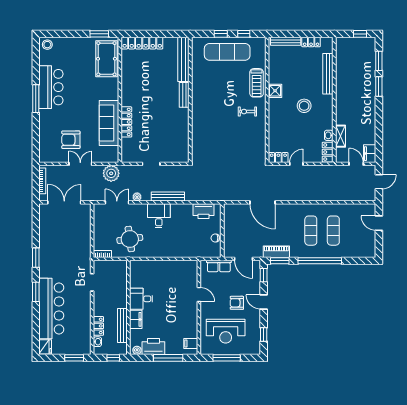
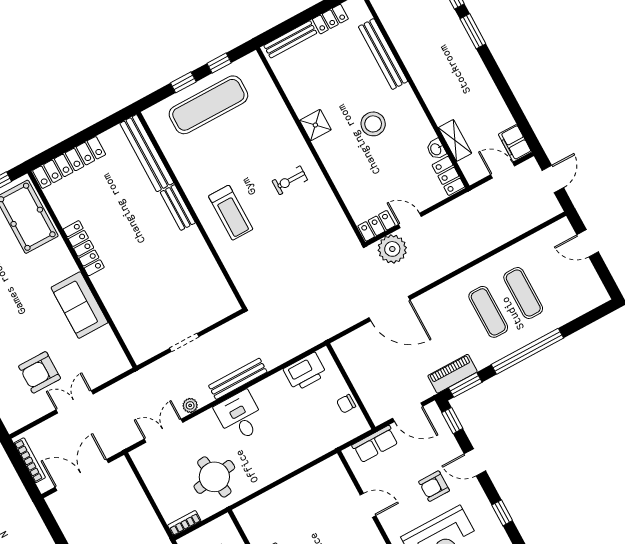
treadmill: (257, 83) -> (231, 213), moved
locker: (126, 122) -> (84, 248), moved
sofa: (109, 123) -> (80, 305), width x0.73
door: (296, 164) -> (410, 221), hinge flipped
plant: (111, 173) -> (392, 249), moved

